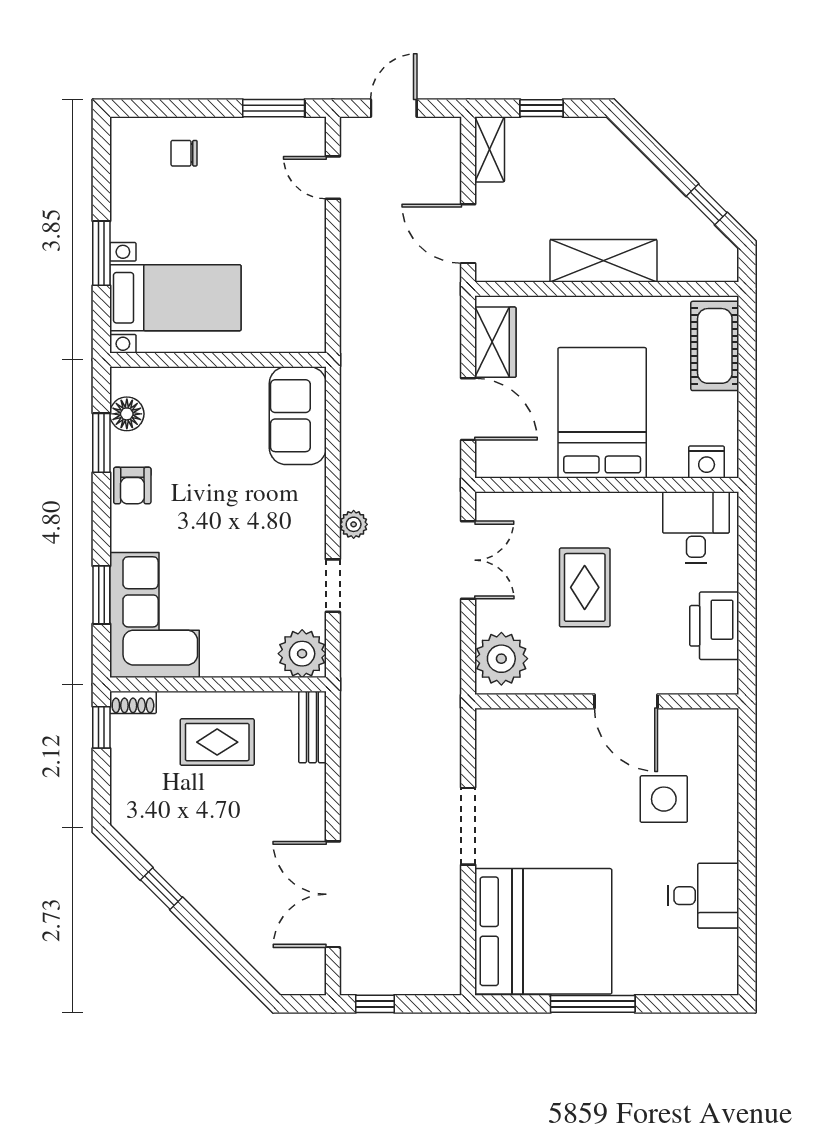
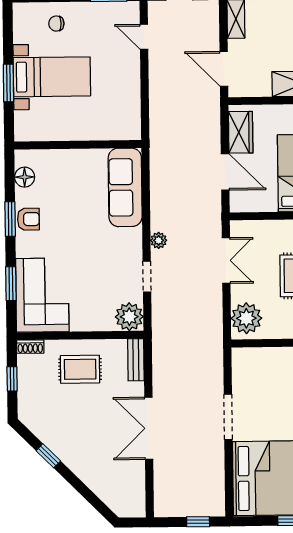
bed with nightstands: (175, 298) -> (52, 77), moved
sofa: (298, 416) -> (125, 187), width x1.36
window: (101, 443) -> (10, 219), moved
armchair: (132, 485) -> (28, 219), turned -90
window: (101, 727) -> (12, 379), moved
double door: (333, 894) -> (149, 428), moved
window: (375, 1004) -> (198, 522), moved

